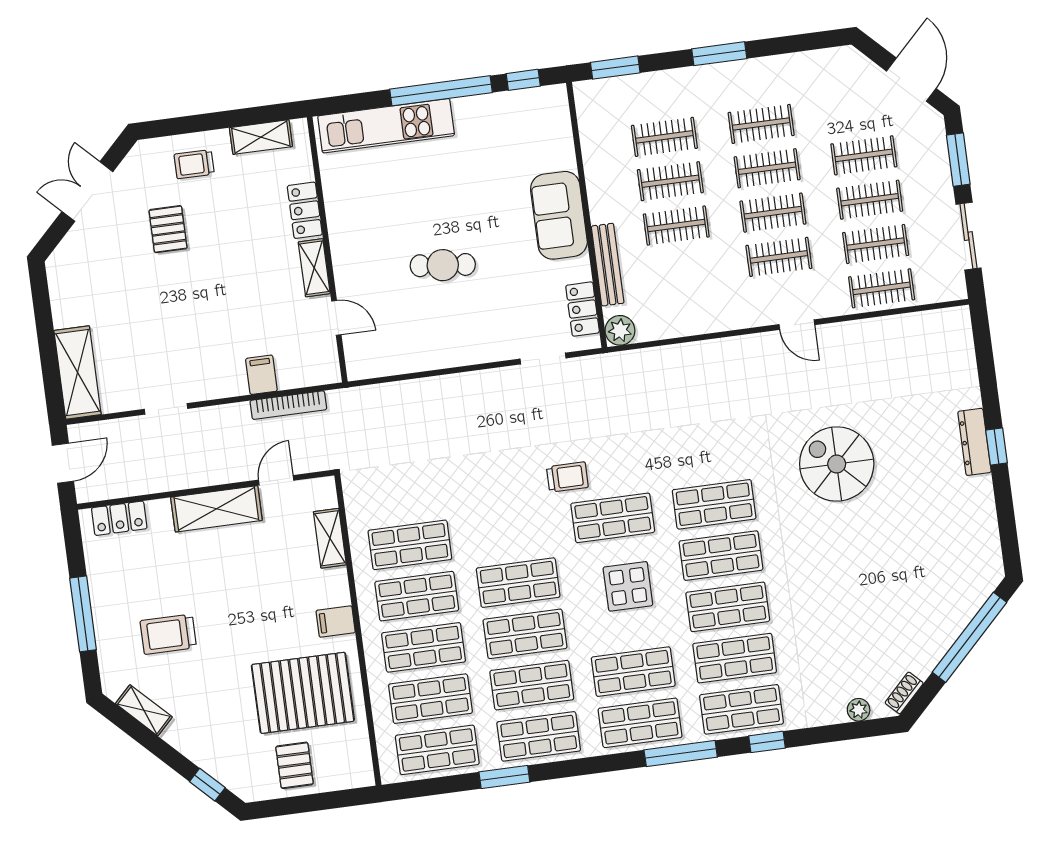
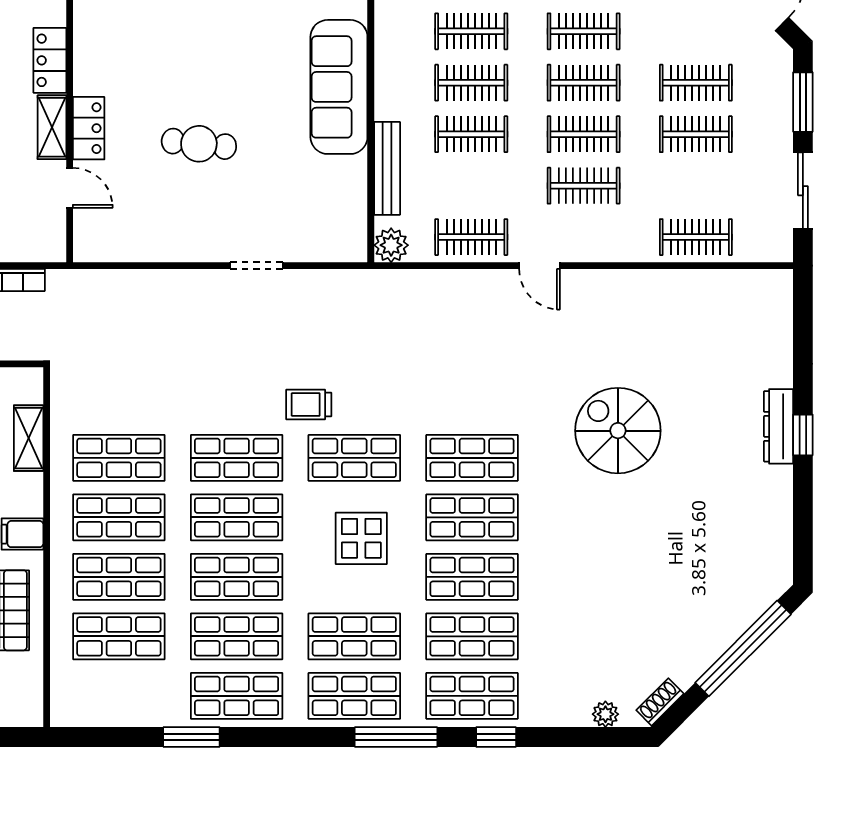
sofa: (559, 215) -> (339, 87), width x1.36
clothes rail: (876, 244) -> (471, 237), moved
locker: (583, 309) -> (89, 128), moved, turned 180
door: (797, 325) -> (539, 266), moved
doorway: (543, 359) -> (256, 266), moved
trolley: (567, 477) -> (309, 404), turned 180
shop shelf: (437, 750) -> (237, 458), moved

